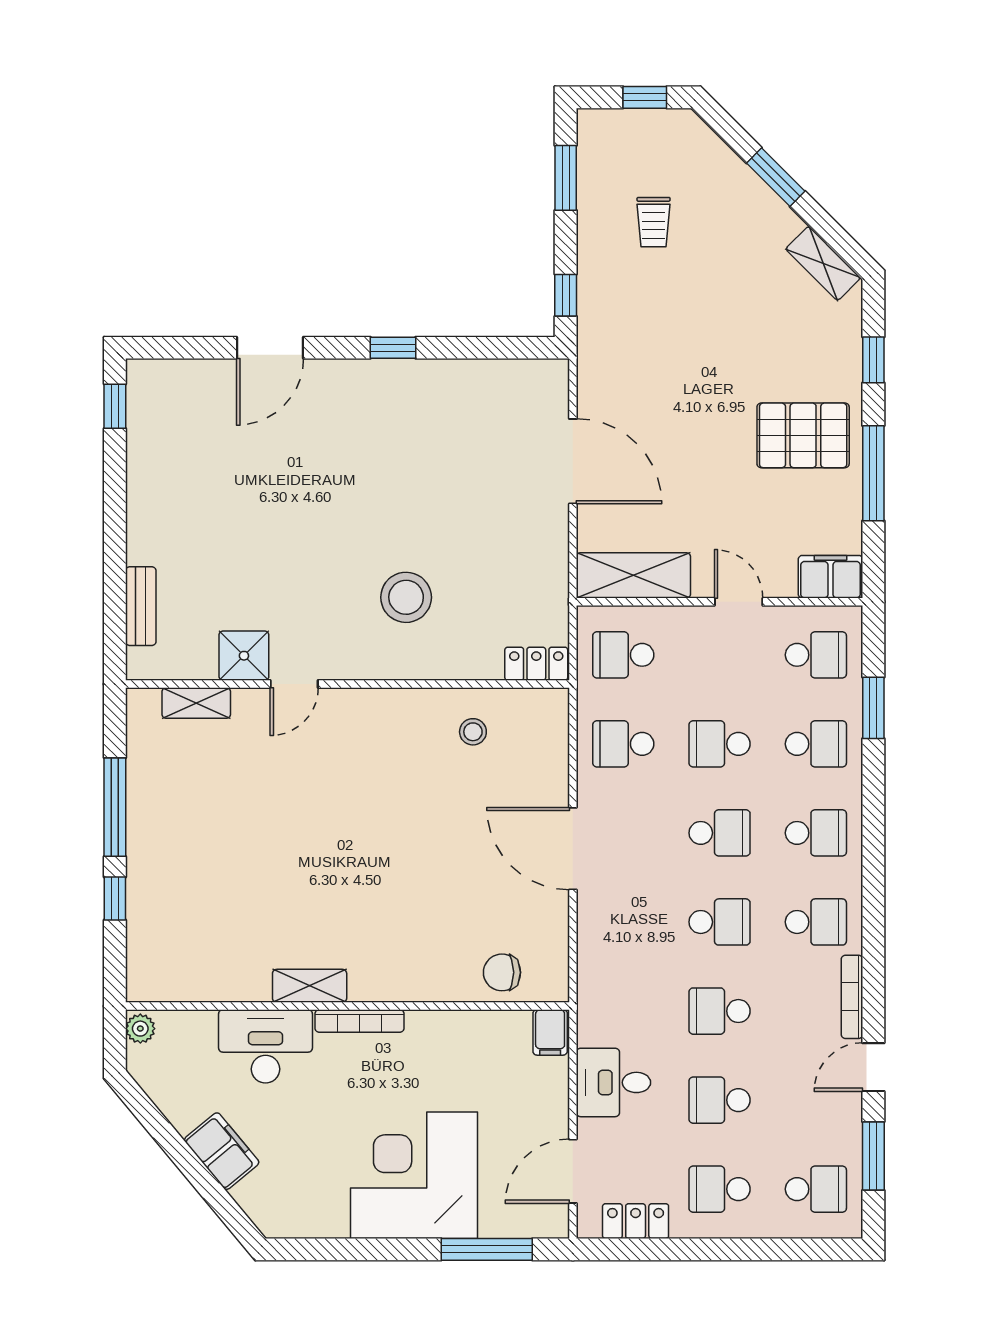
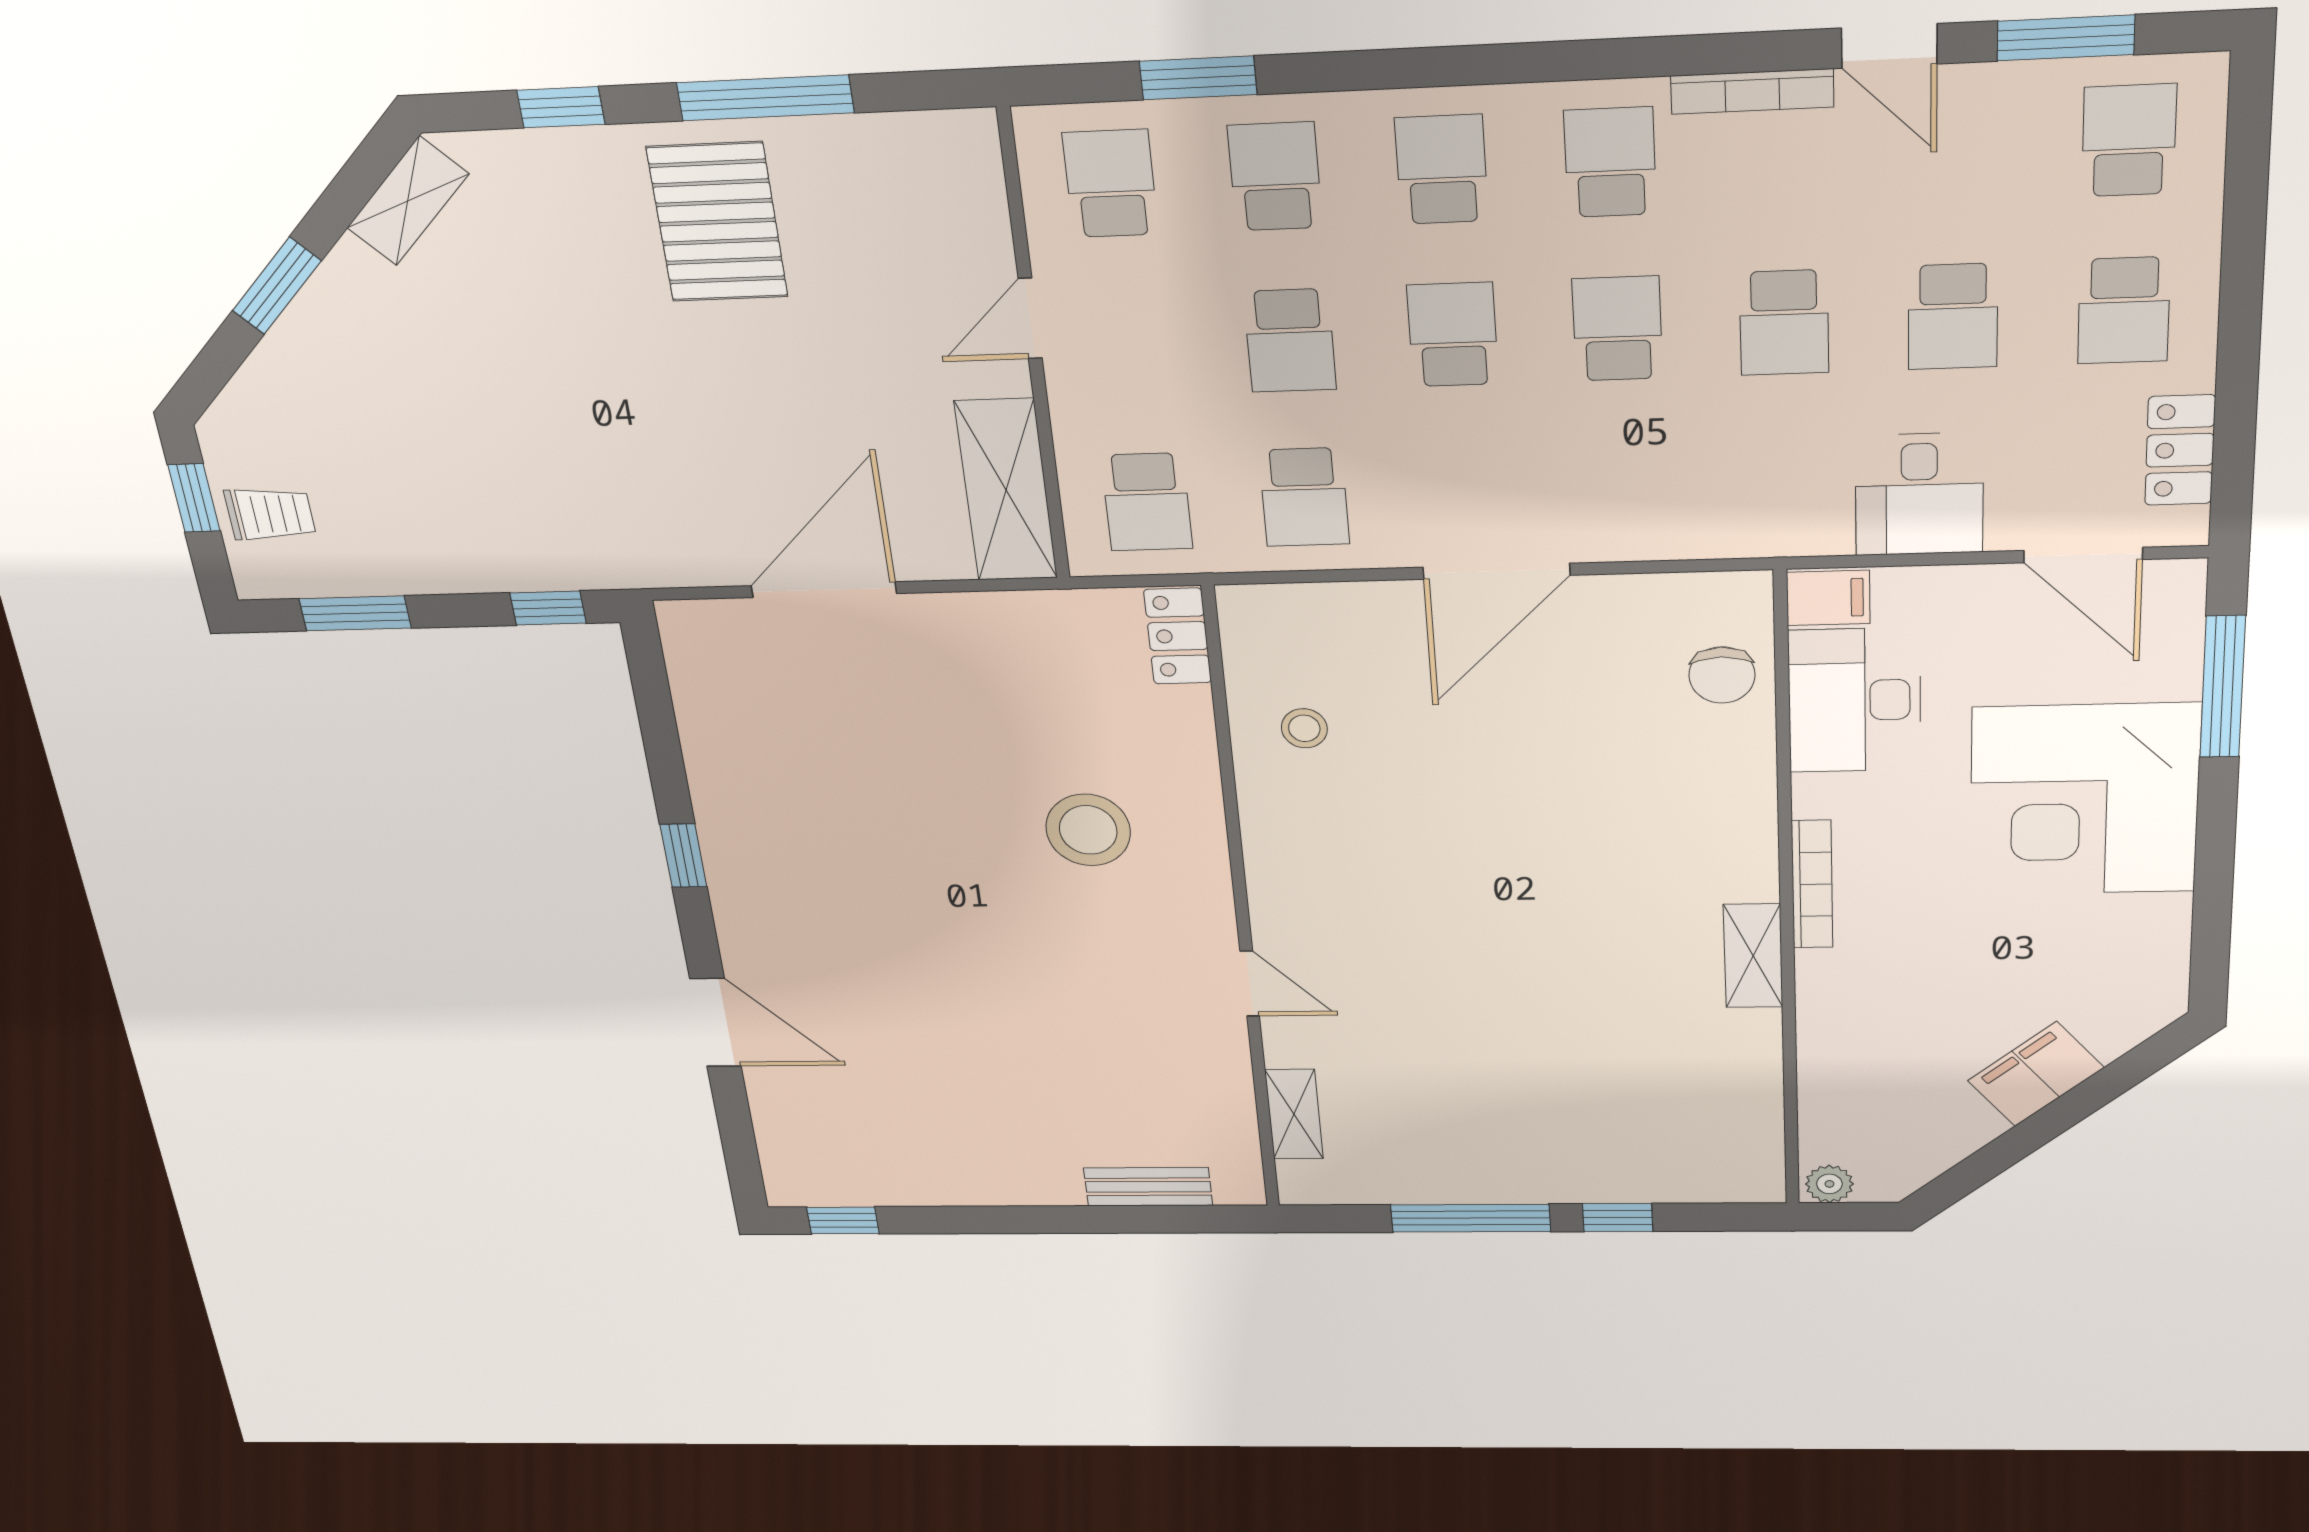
trolley: (654, 222) -> (270, 514), moved
filing cabinet: (830, 577) -> (965, 164), removed
shower: (244, 656) -> (1211, 1052), removed
desk: (266, 1046) -> (1854, 700), moved

